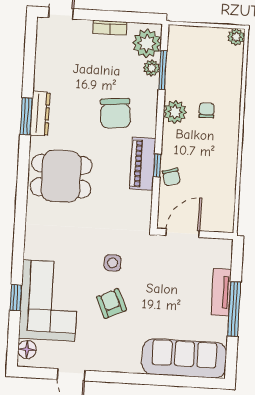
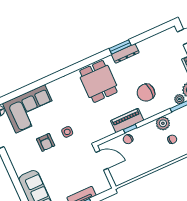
window: (16, 298) -> (23, 91), removed
armchair: (111, 304) -> (46, 142), turned 115

